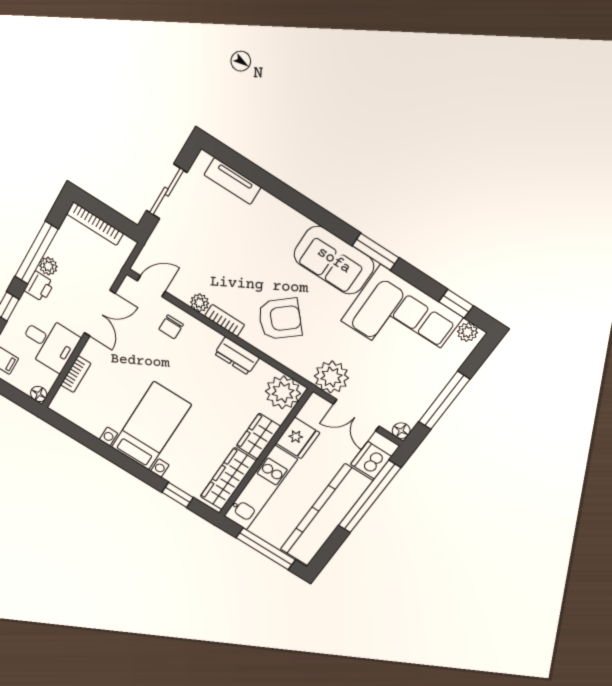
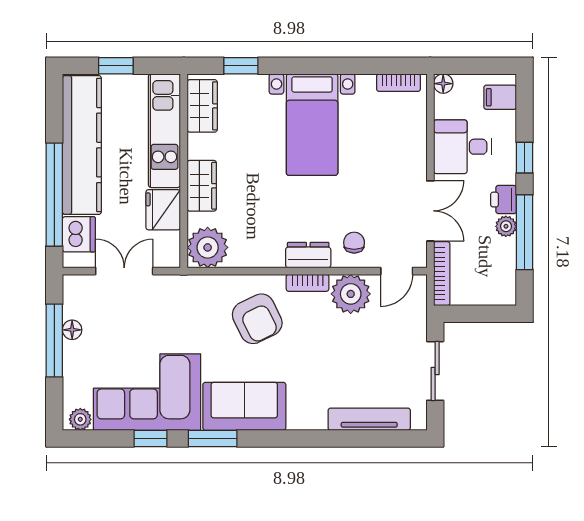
tv unit: (233, 181) -> (369, 419), width x1.41
bookcase: (95, 224) -> (442, 274), moved, turned 90
plant: (200, 303) -> (351, 294), width x1.87, depth x1.87
window: (456, 304) -> (150, 438), moved
double door: (100, 313) -> (430, 211), swing flipped
armchair: (280, 319) -> (257, 319), turned -75
dresser: (237, 356) -> (308, 255), moved
bookcase: (76, 374) -> (399, 83), moved, turned -90
plant: (331, 377) -> (173, 294), removed
floor lamp: (401, 431) -> (72, 330), moved
wardrobe: (228, 479) -> (202, 106), width x0.67
window: (266, 549) -> (116, 66), width x0.46

